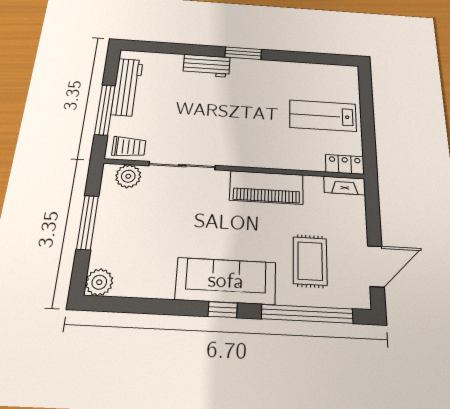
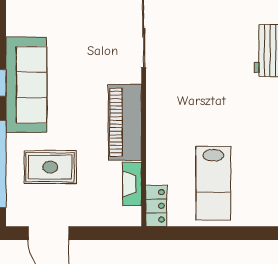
lab bench: (323, 116) -> (213, 183), turned 180
fireplace: (345, 186) -> (132, 184), moved

